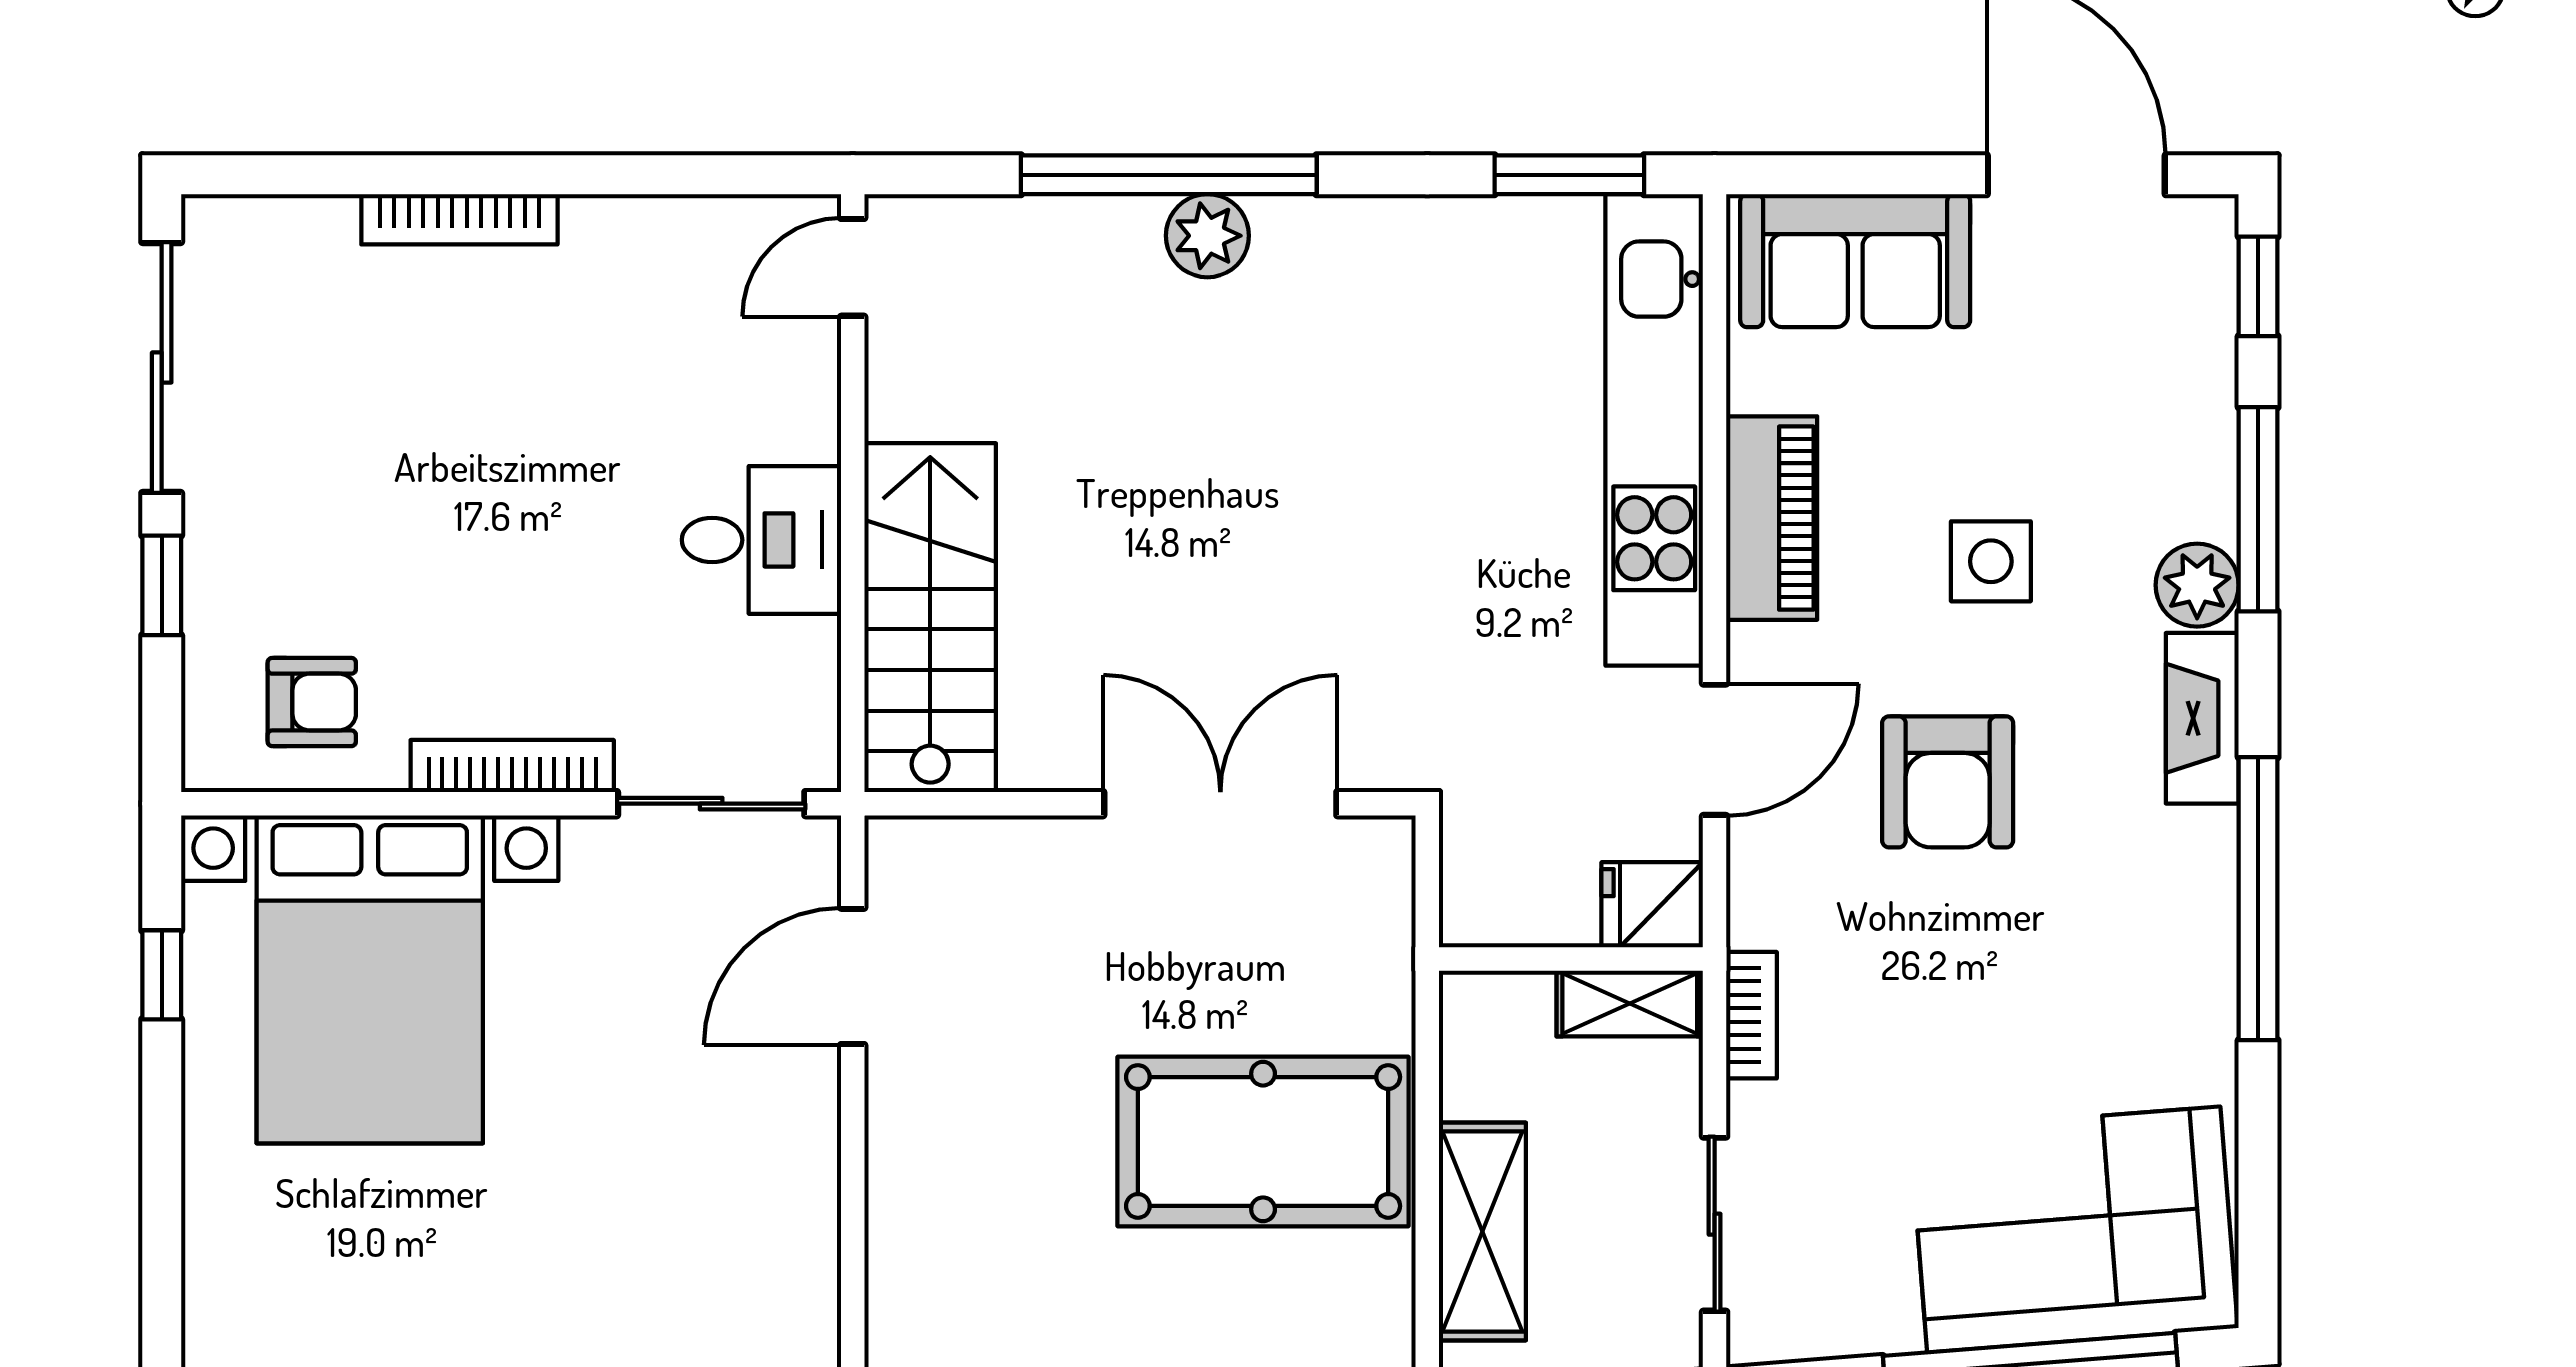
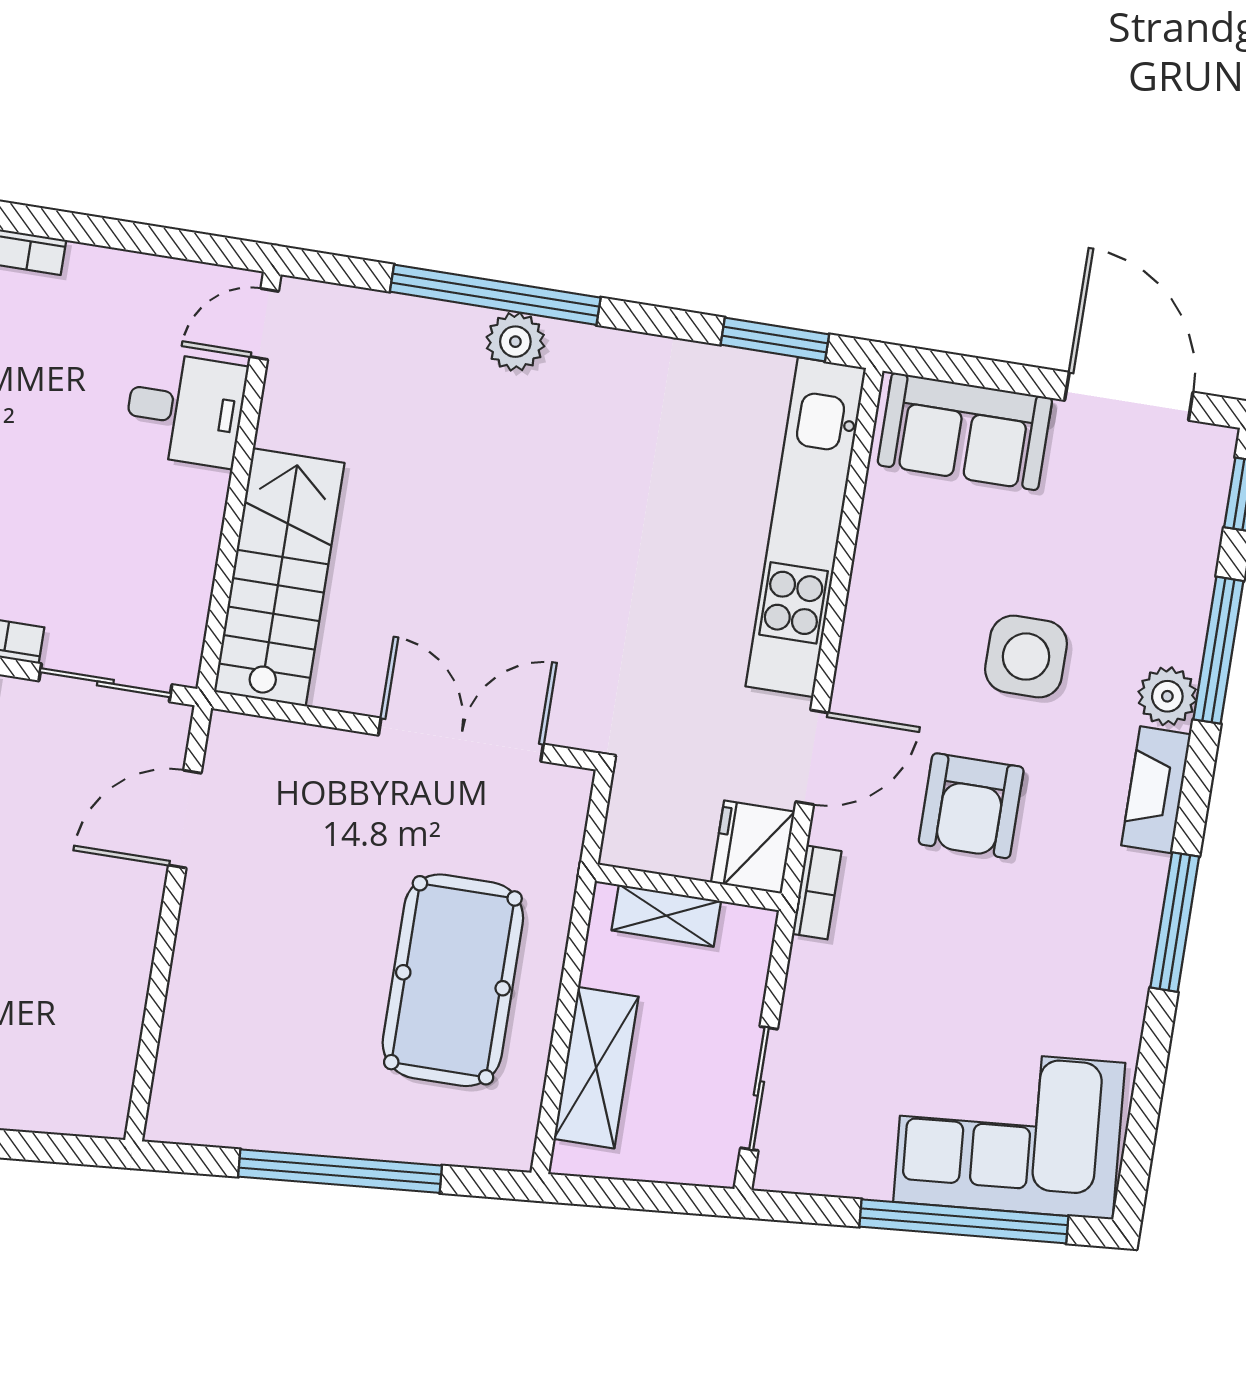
piano: (1772, 518) -> (878, 602), removed
desk: (761, 540) -> (185, 409), moved
side table: (1991, 561) -> (1026, 657), width x1.37, depth x1.37
window: (2258, 899) -> (1175, 922), width x0.68
fridge: (1652, 905) -> (753, 847), width x1.38
shelving: (1630, 1004) -> (666, 916), moved
bookcase: (1752, 1015) -> (817, 892), moved
pool table: (1263, 1141) -> (453, 980), turned 90

